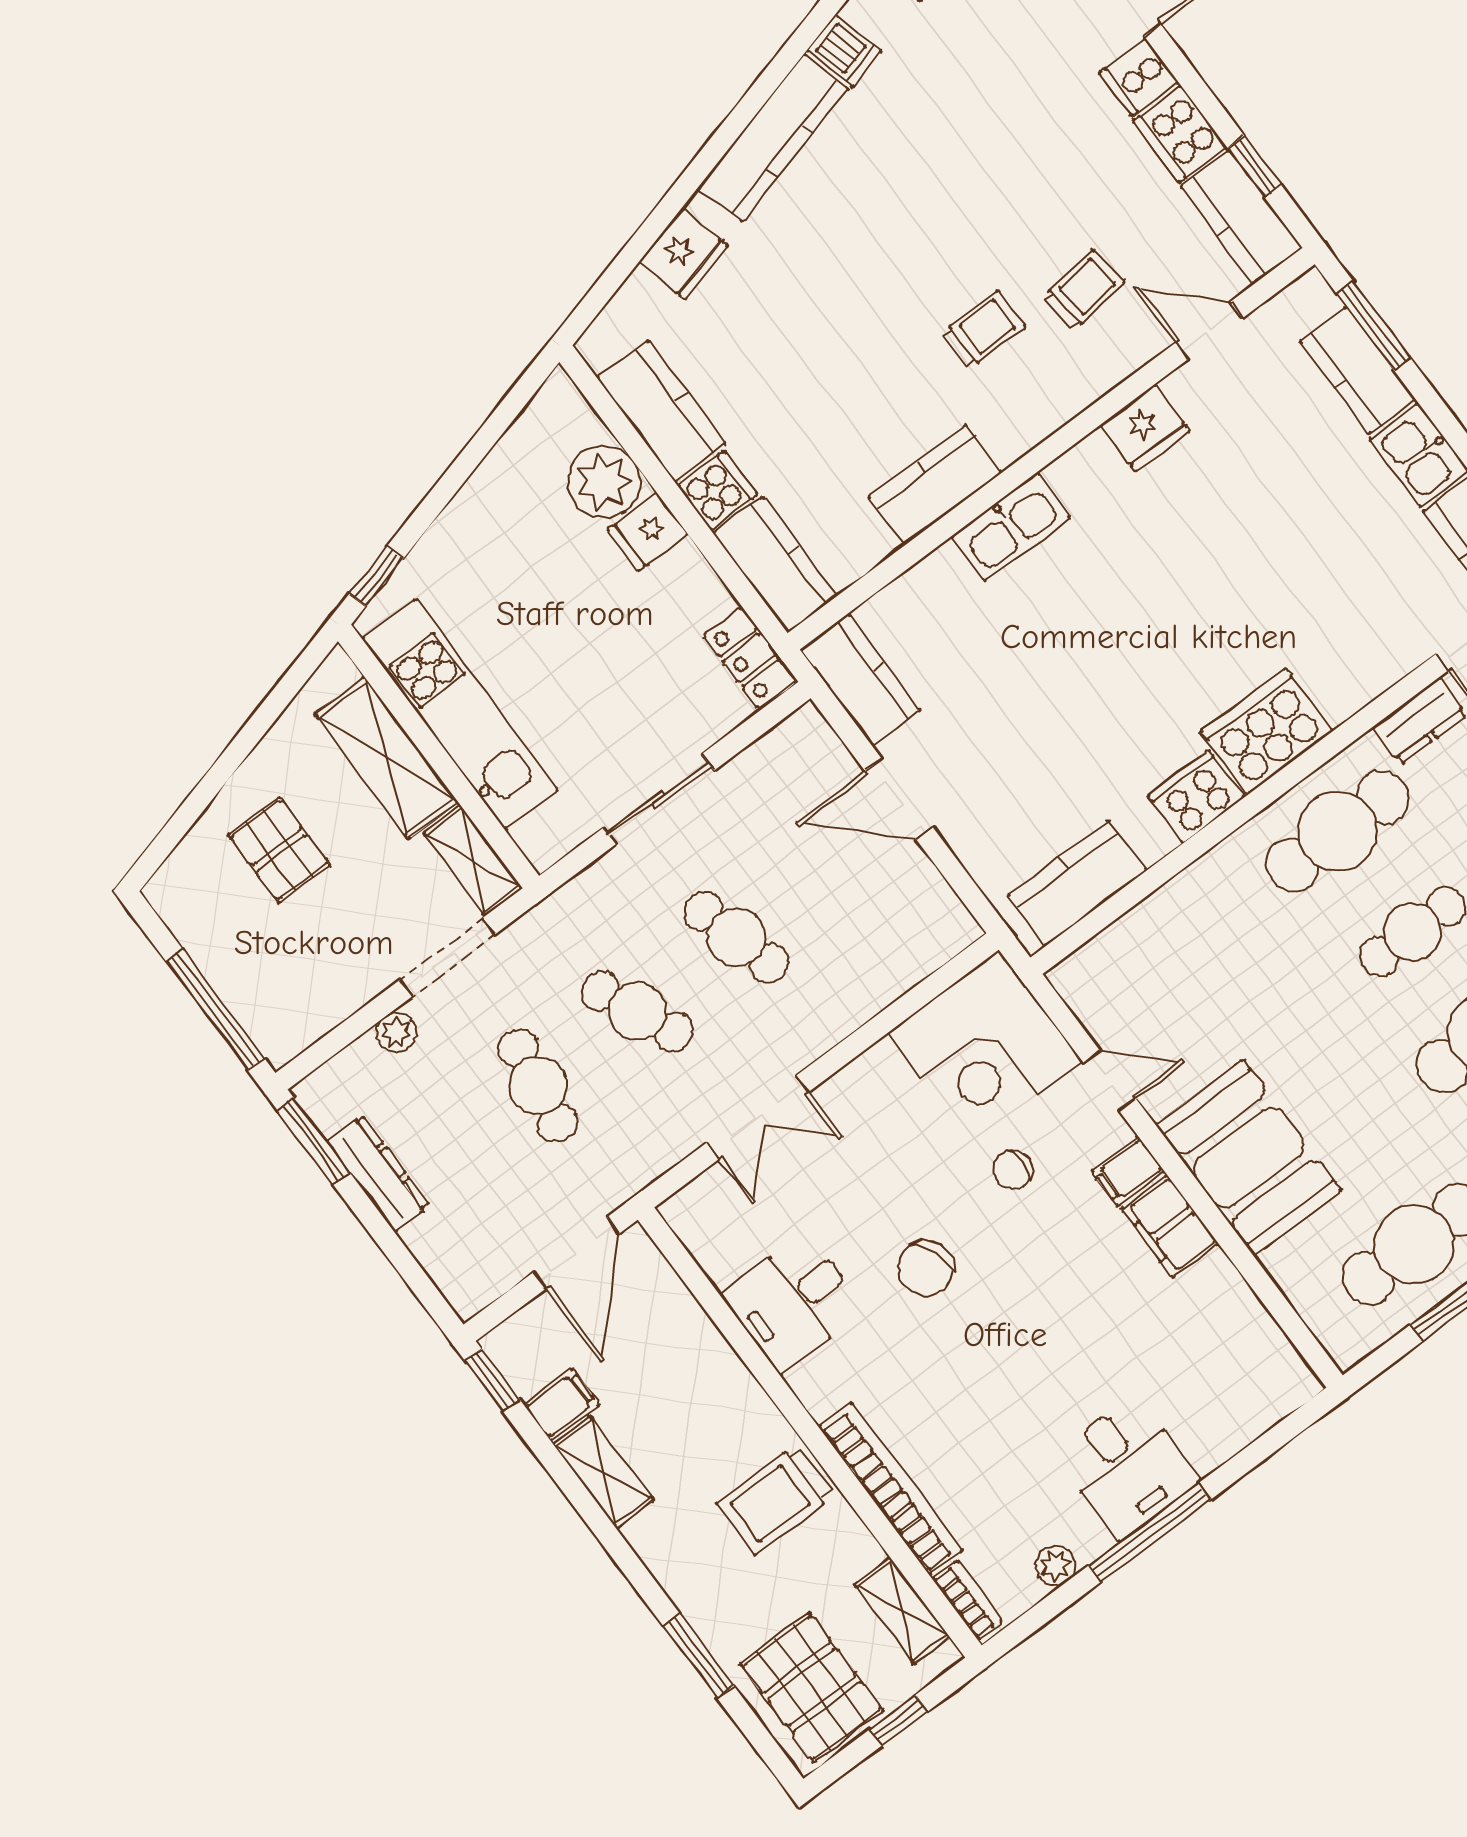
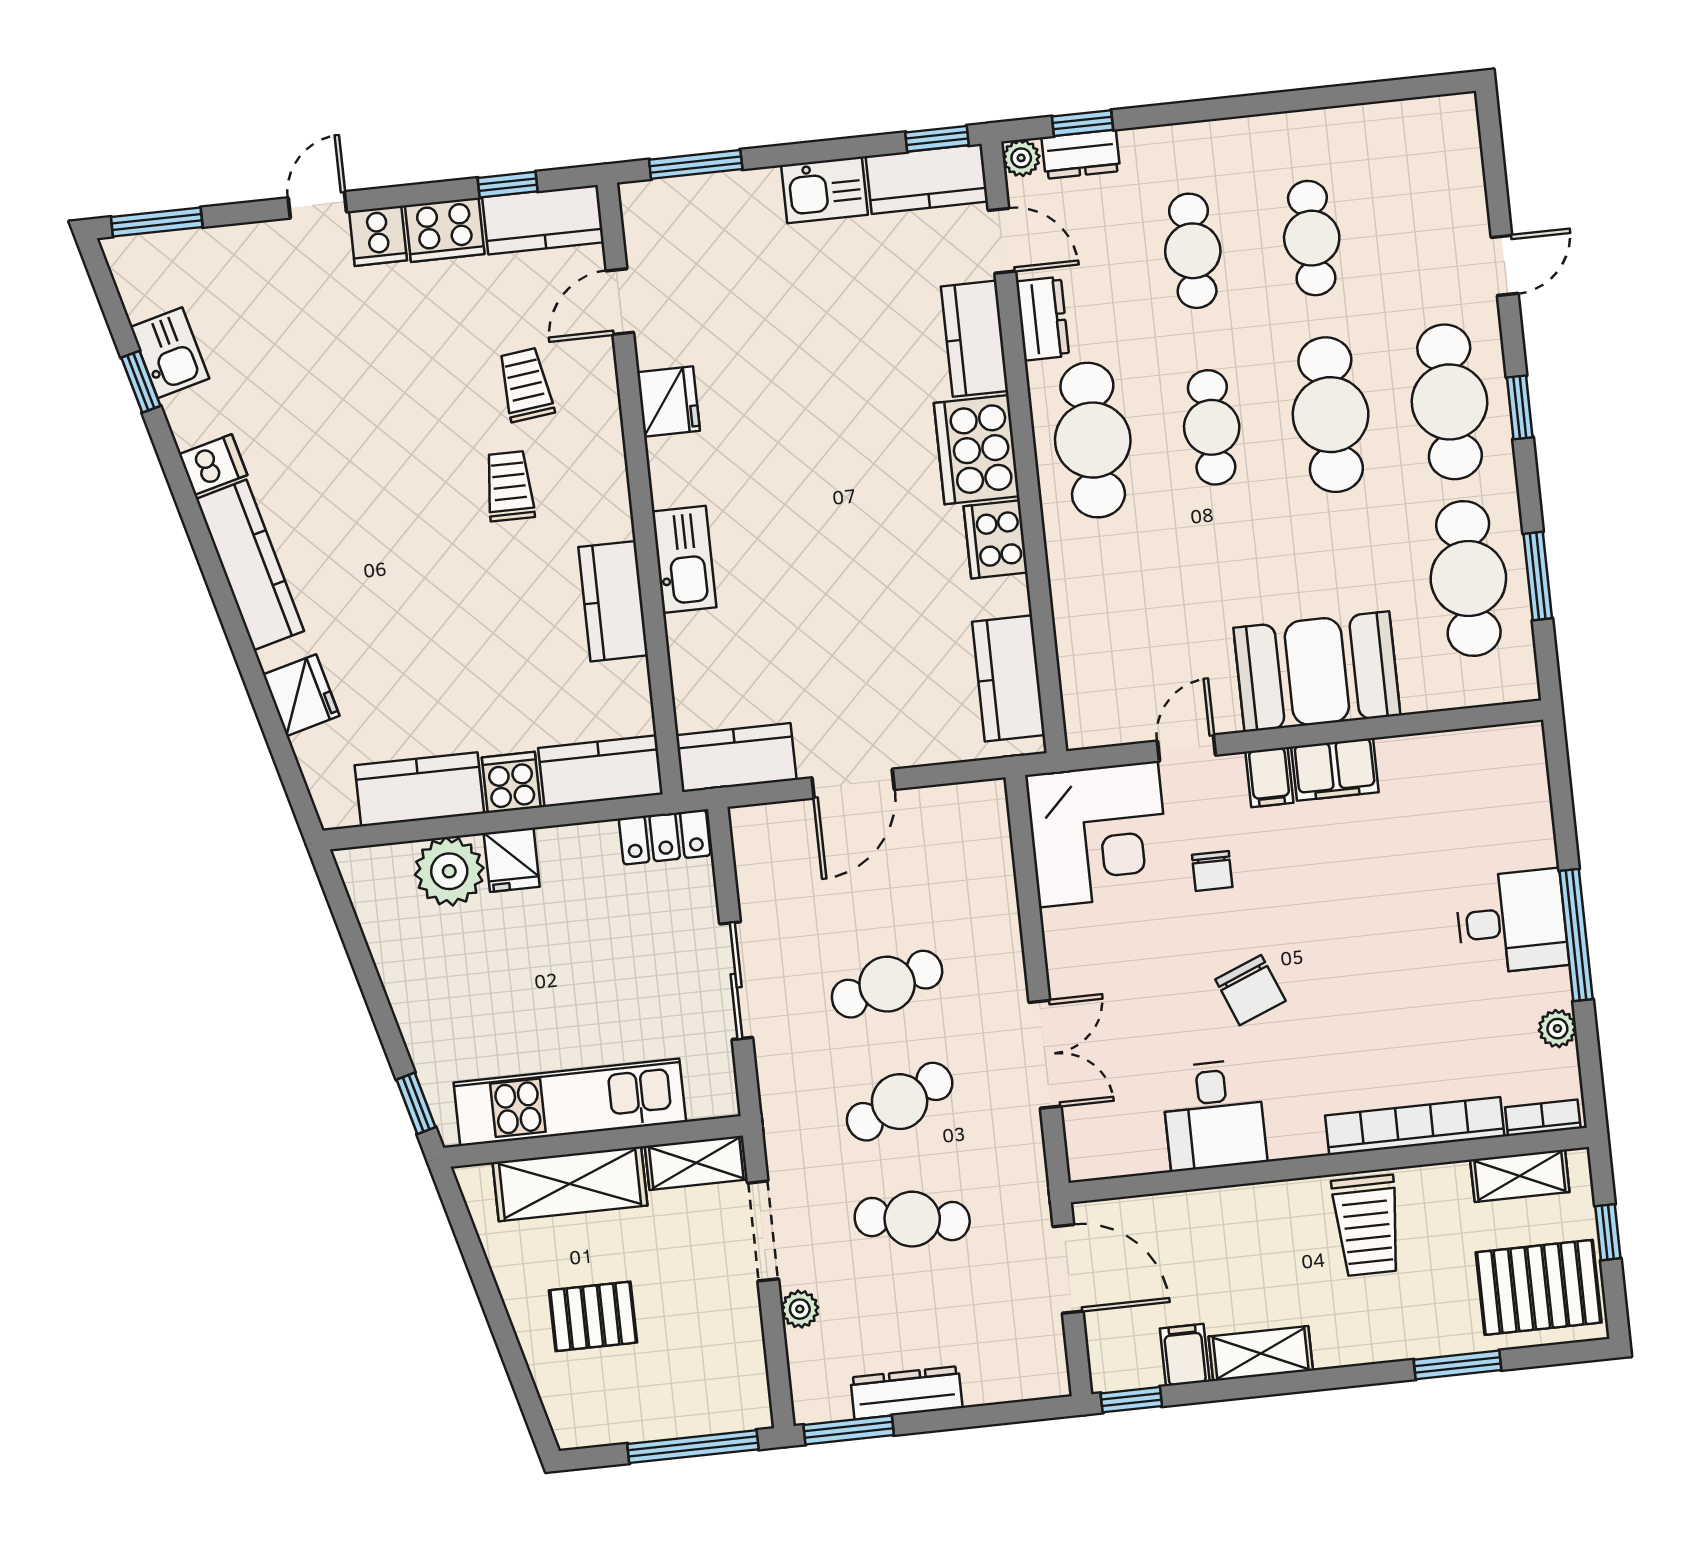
kitchen counter: (1358, 370) -> (975, 339), moved, turned 90

